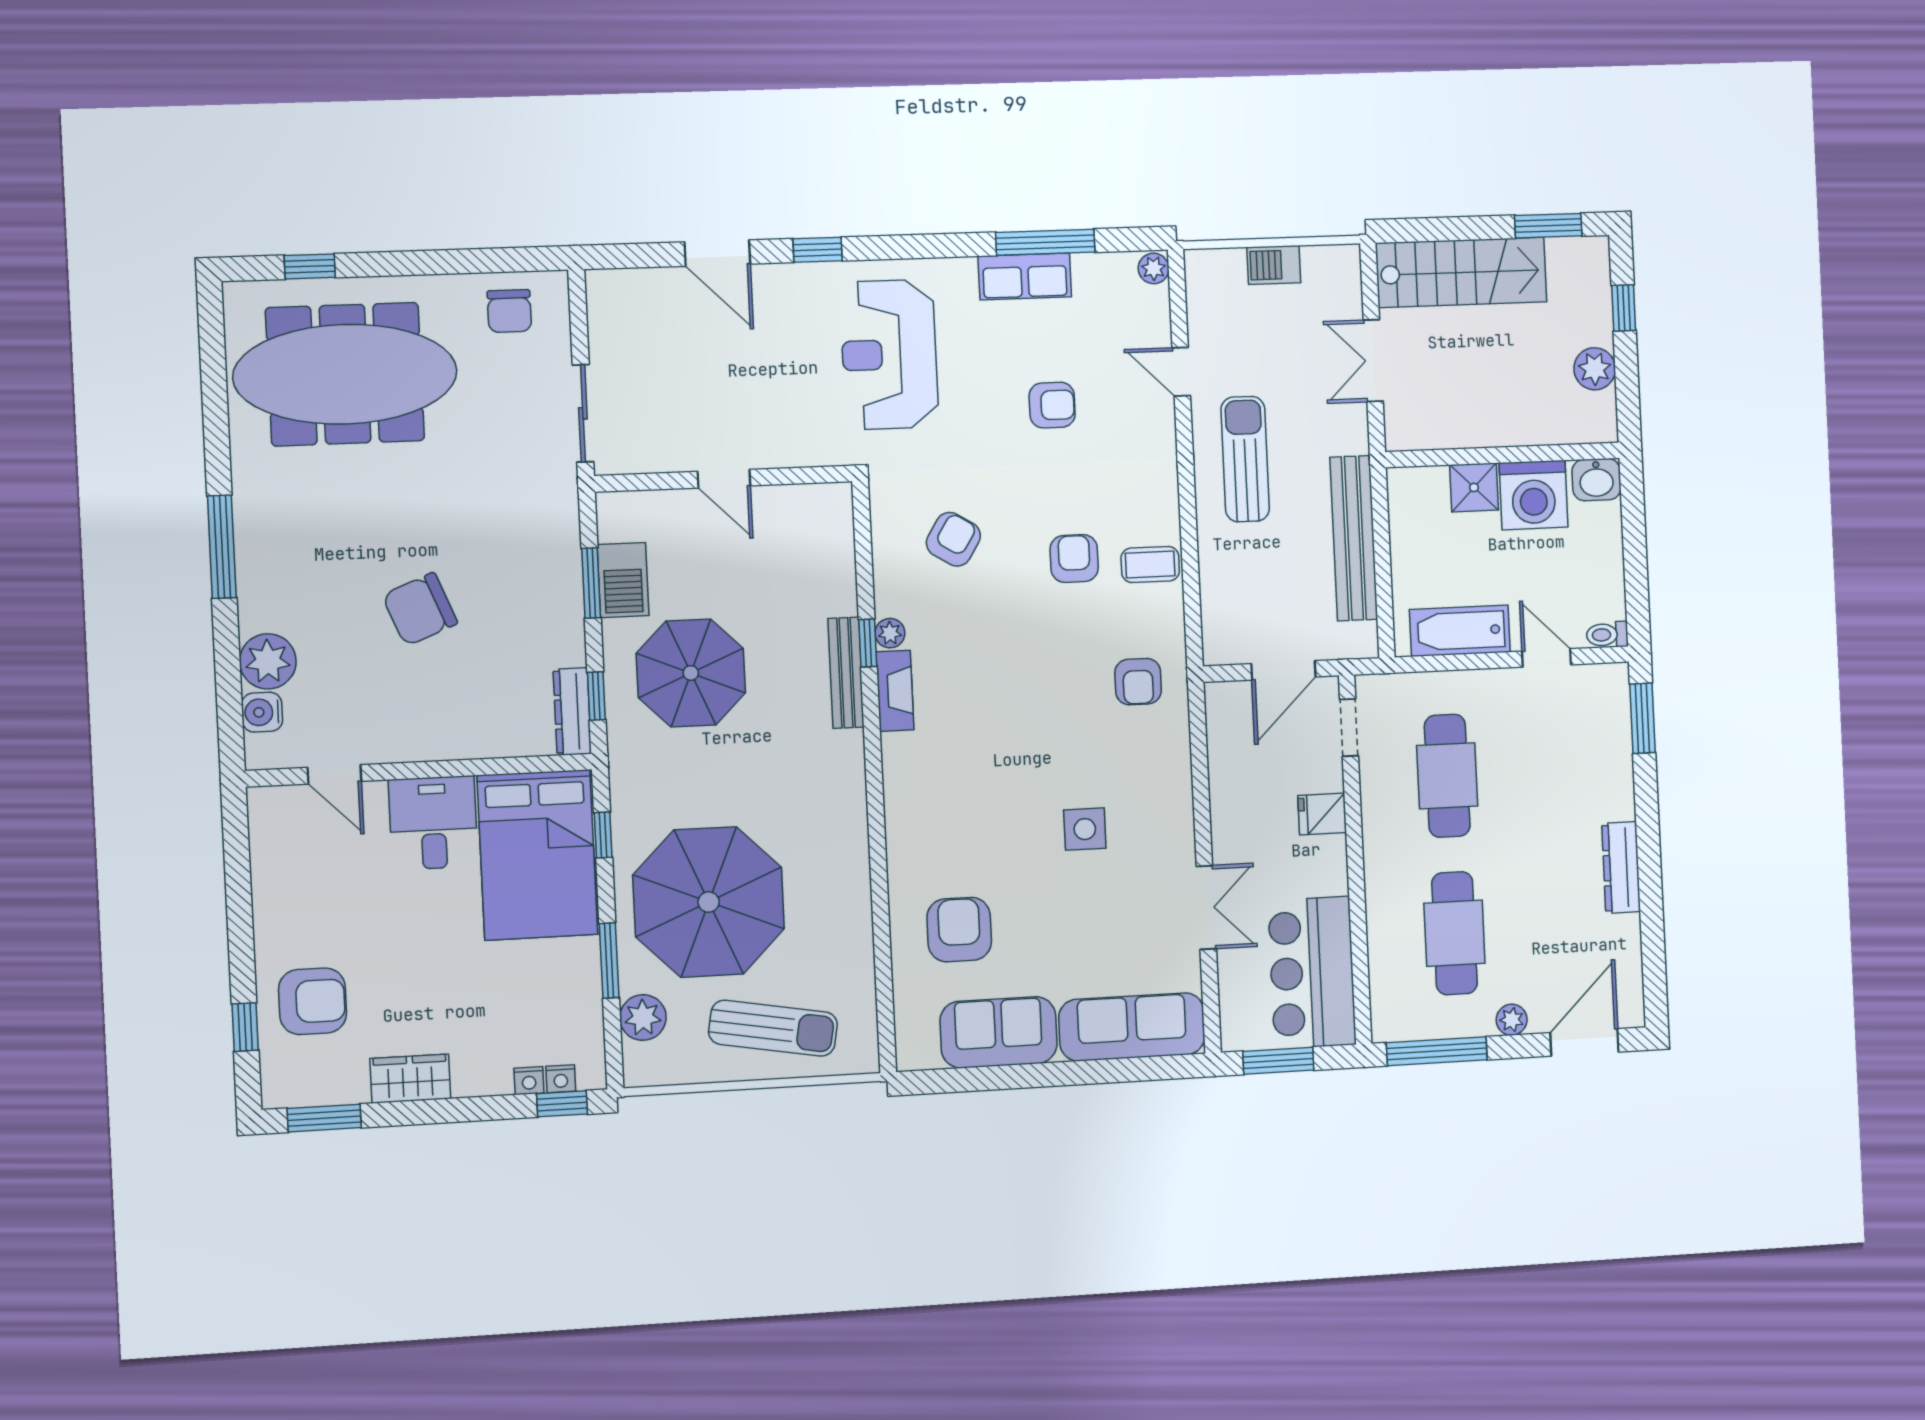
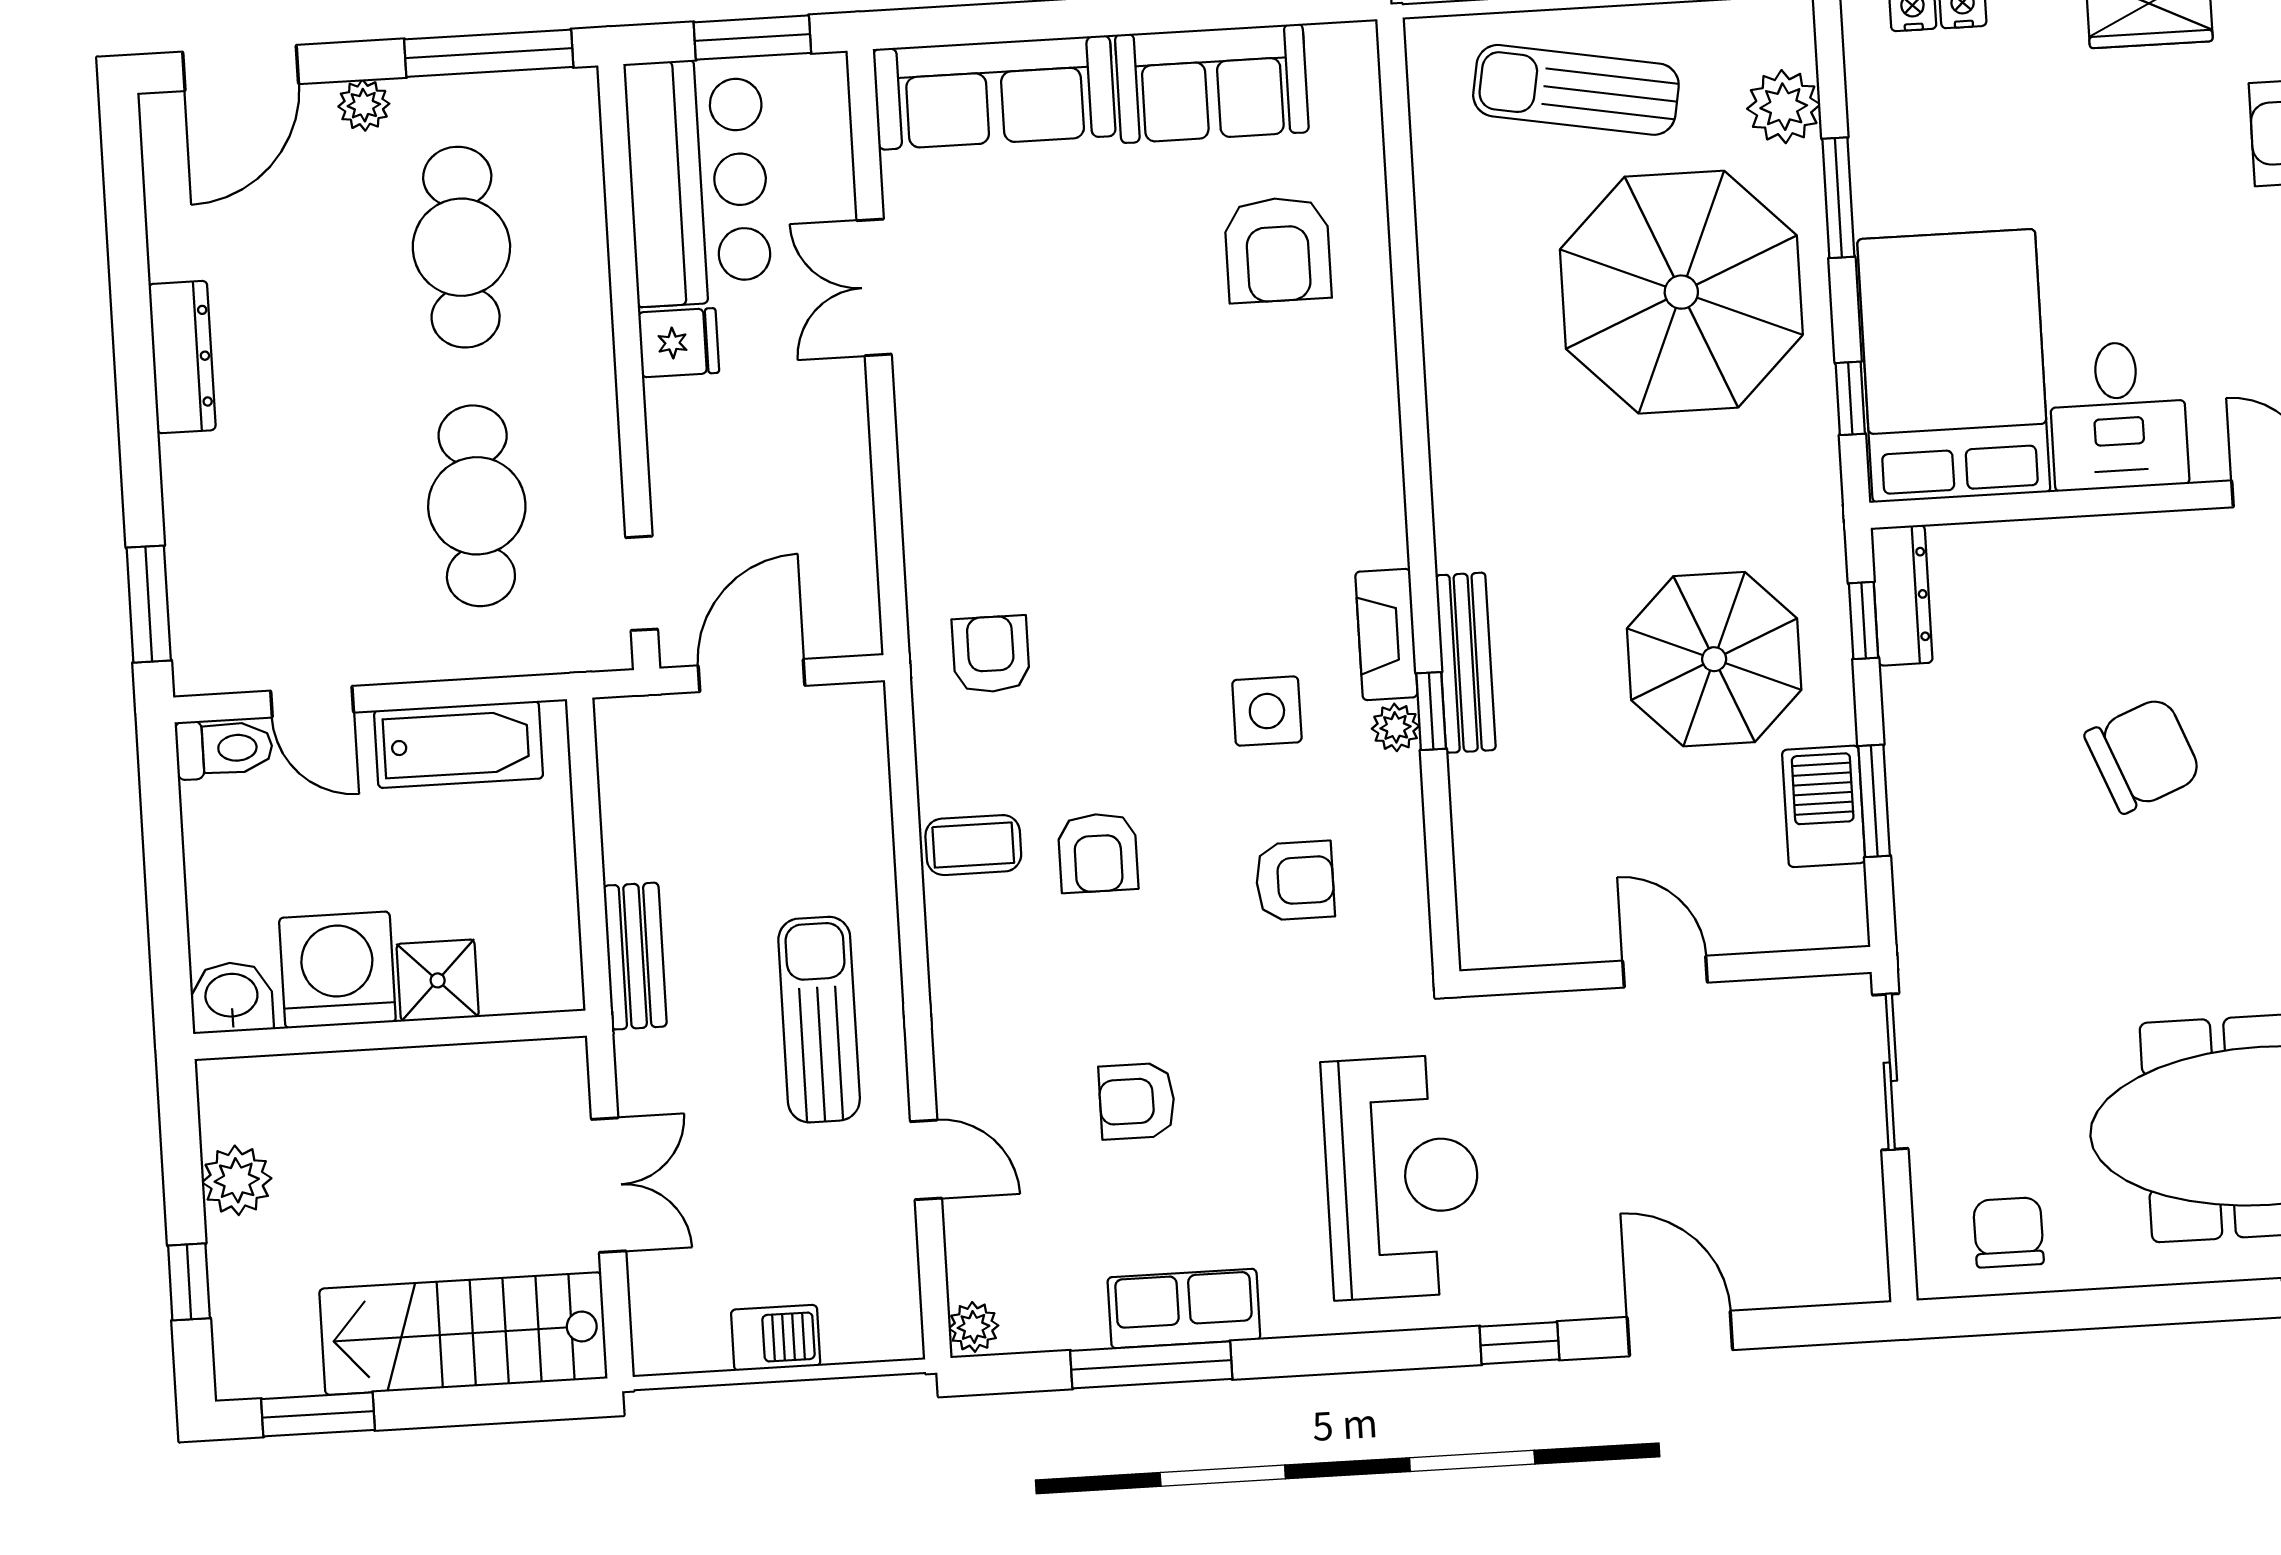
sun lounger: (1245, 459) -> (819, 1020), turned 180
bench: (1354, 538) -> (635, 956), width x0.54, depth x0.82
armchair: (953, 539) -> (1295, 881), turned -122
toilet: (1607, 635) -> (224, 749), width x1.37, depth x1.39
fridge: (1322, 814) -> (679, 343), moved
side table: (1085, 829) -> (1267, 711), moved

